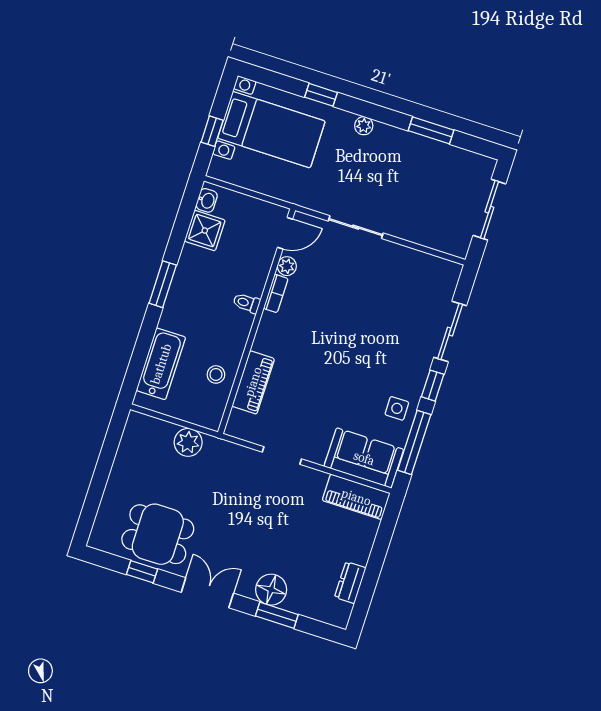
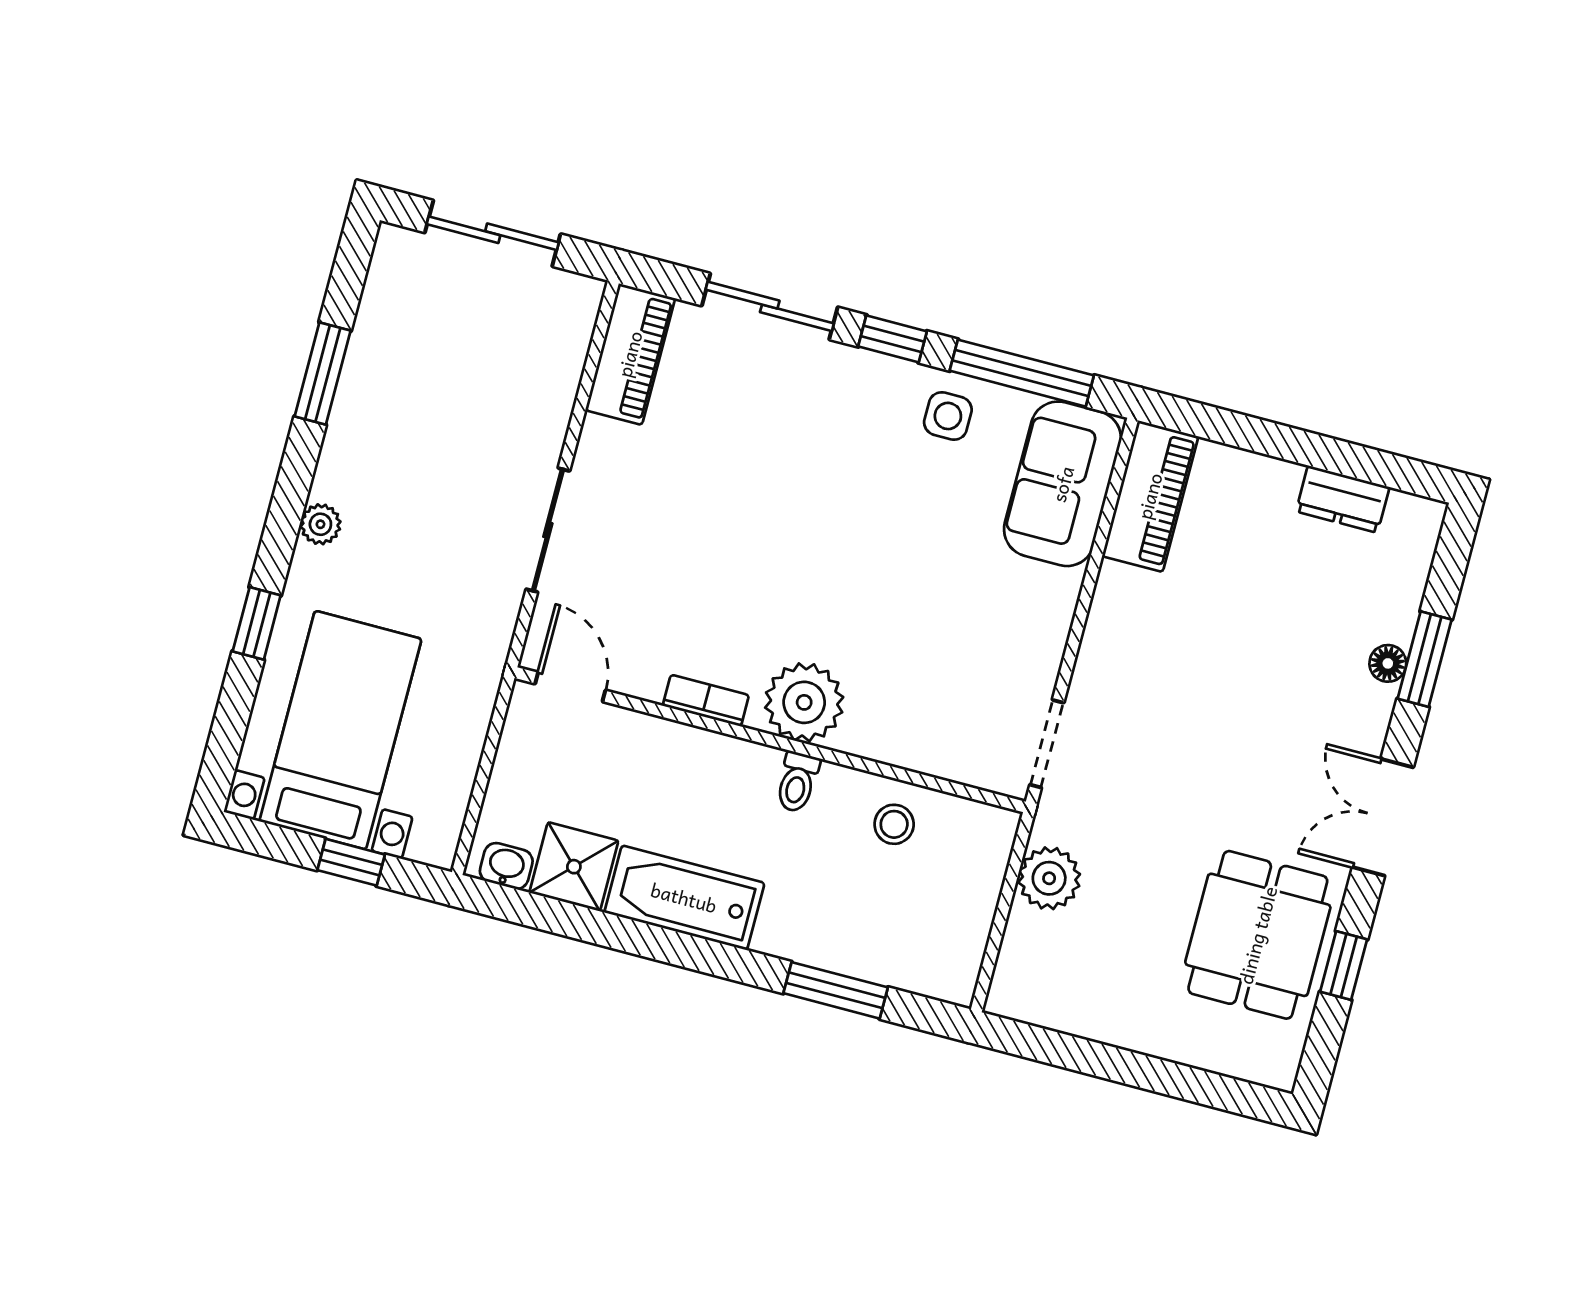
plant: (287, 266) -> (804, 702), moved, width x1.88, depth x1.88
window: (163, 284) -> (836, 990), moved
toilet: (247, 303) -> (797, 782), moved
bathtub: (161, 364) -> (684, 898), moved
piano: (253, 382) -> (630, 354), moved, turned 90
doorway: (282, 455) -> (1047, 744), moved
floor lamp: (271, 590) -> (1388, 663), width x0.53, depth x0.53

